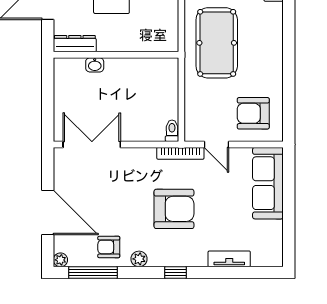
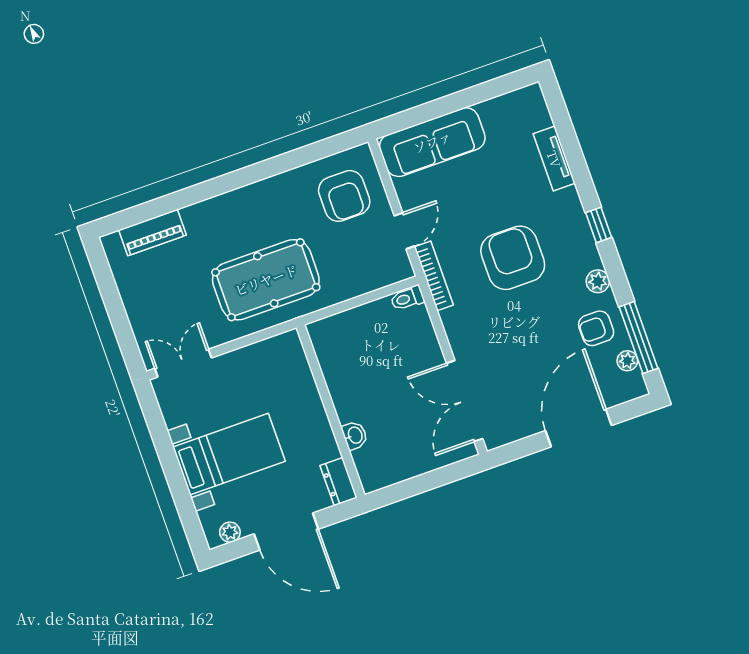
dresser: (75, 44) -> (338, 482), width x0.70
armchair: (109, 247) -> (596, 328), turned 90
plant: (60, 260) -> (627, 361), moved

